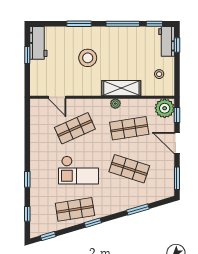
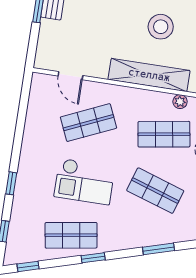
stool: (88, 58) -> (161, 27), moved
shelving: (121, 88) -> (149, 75), width x1.47
plant: (115, 104) -> (180, 102), moved

